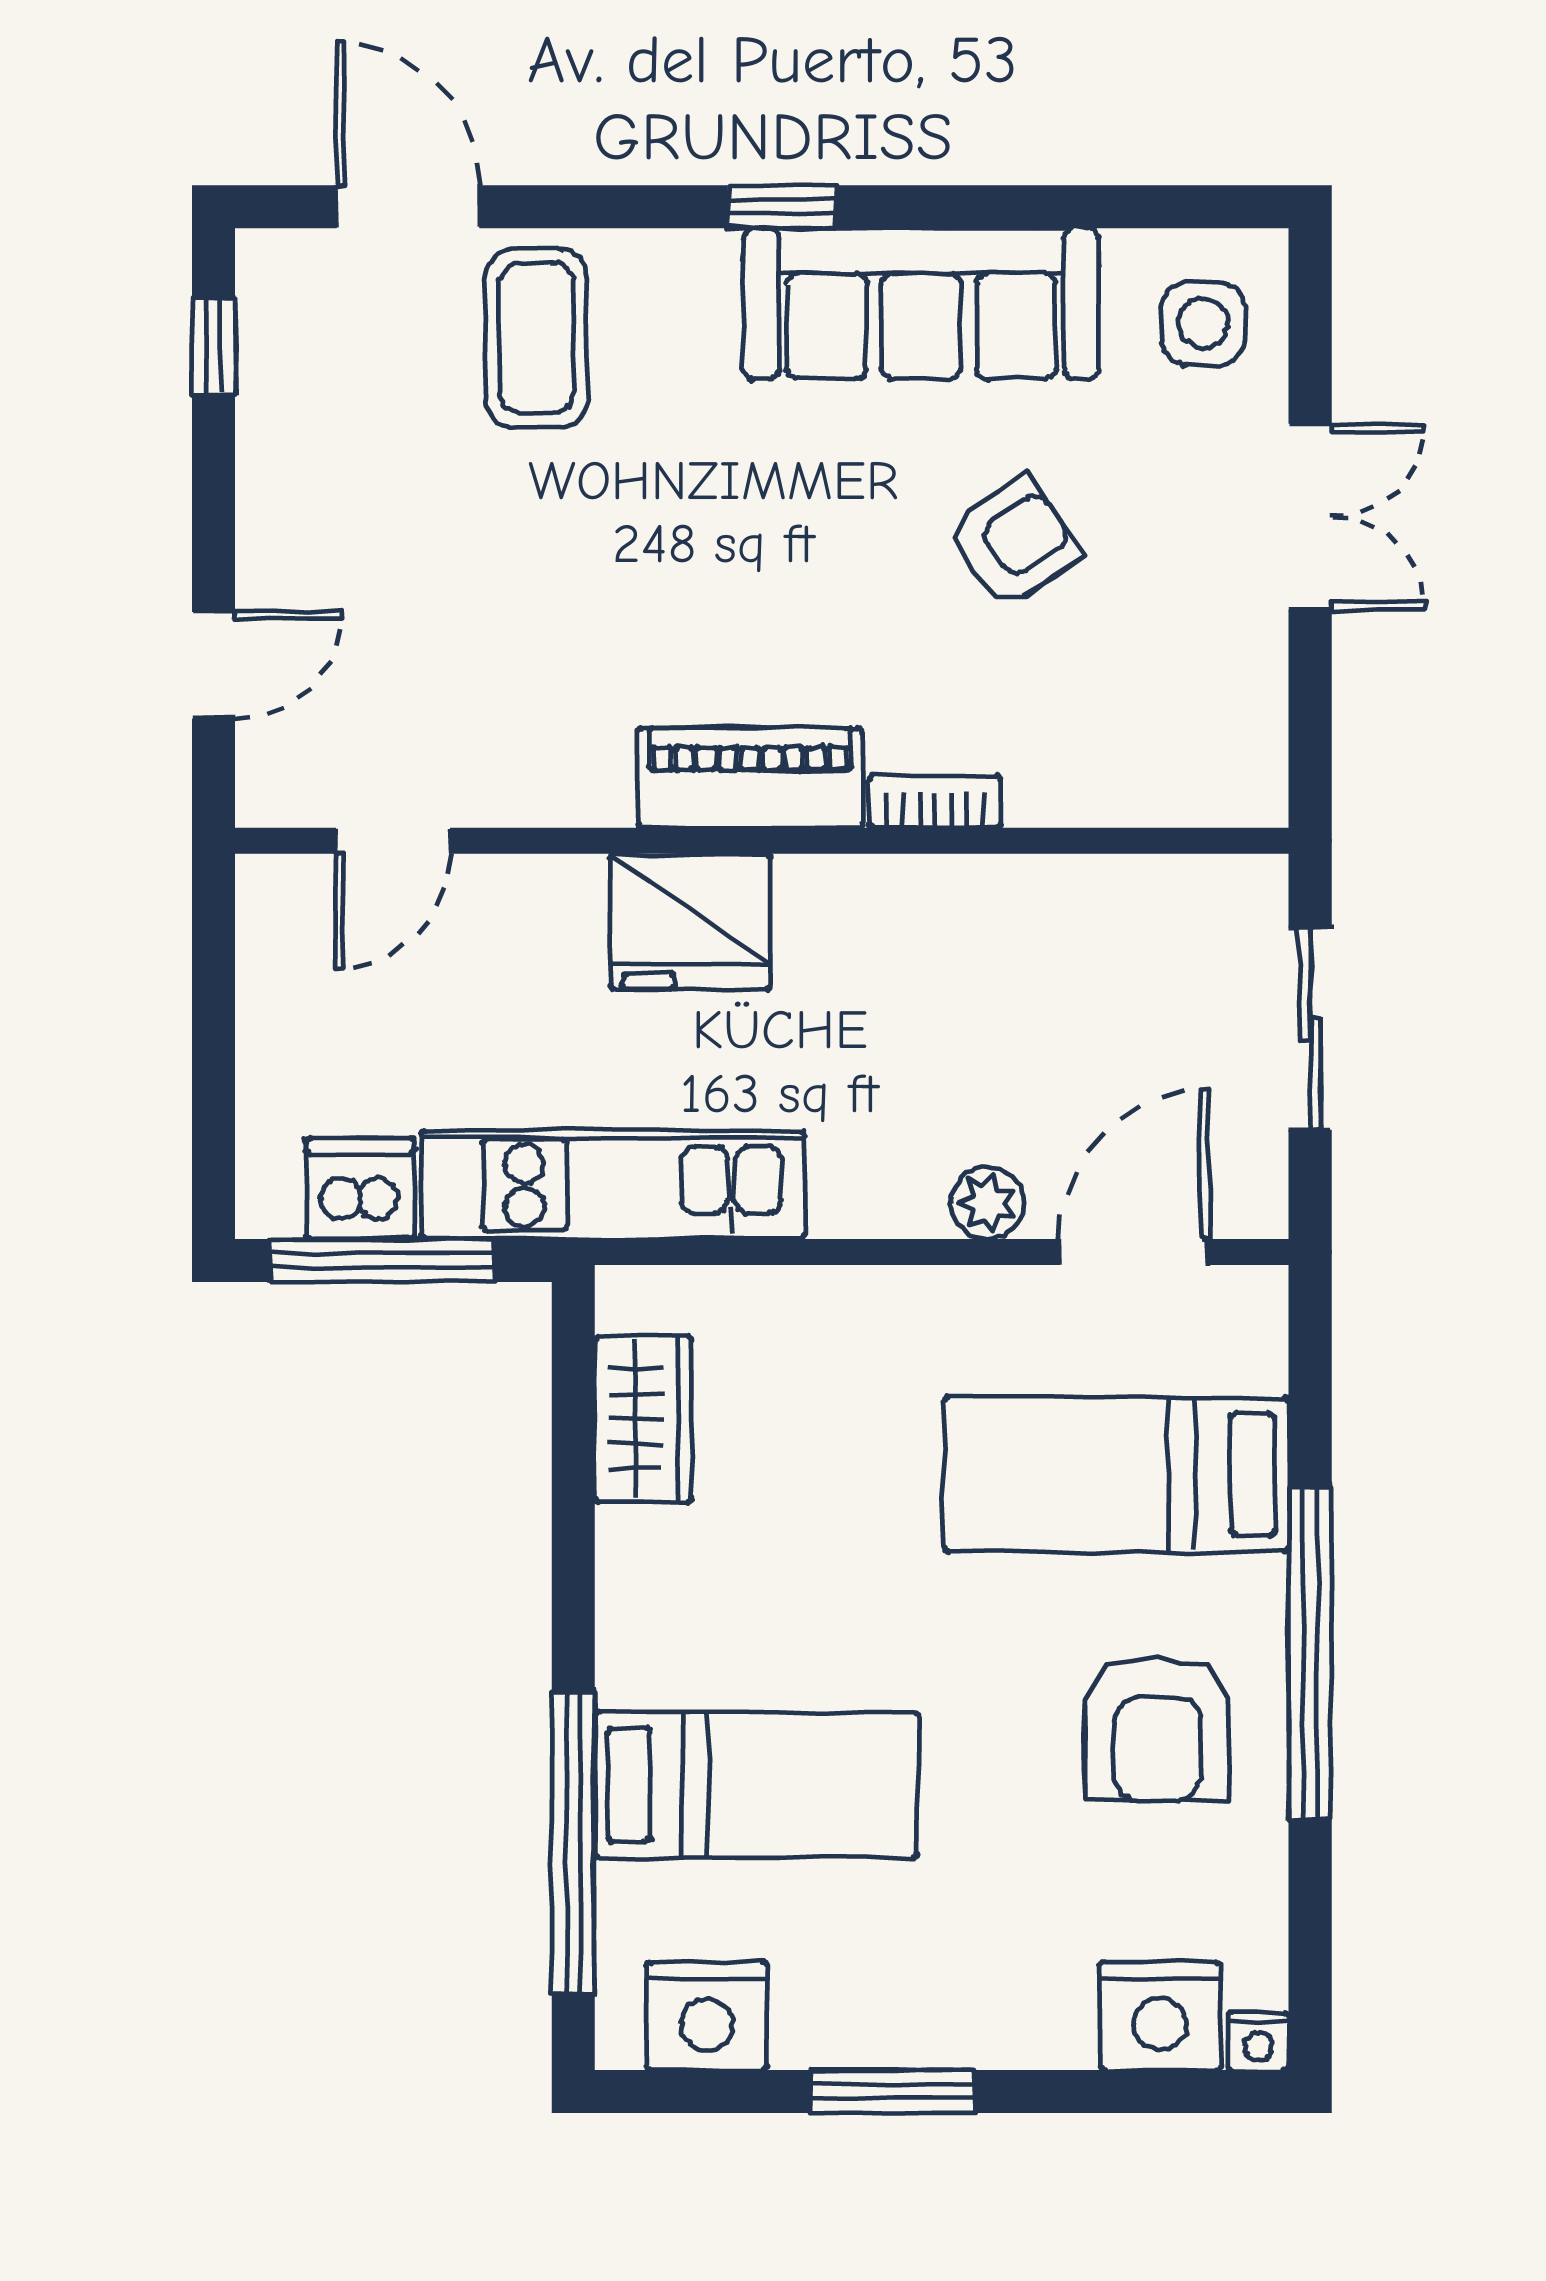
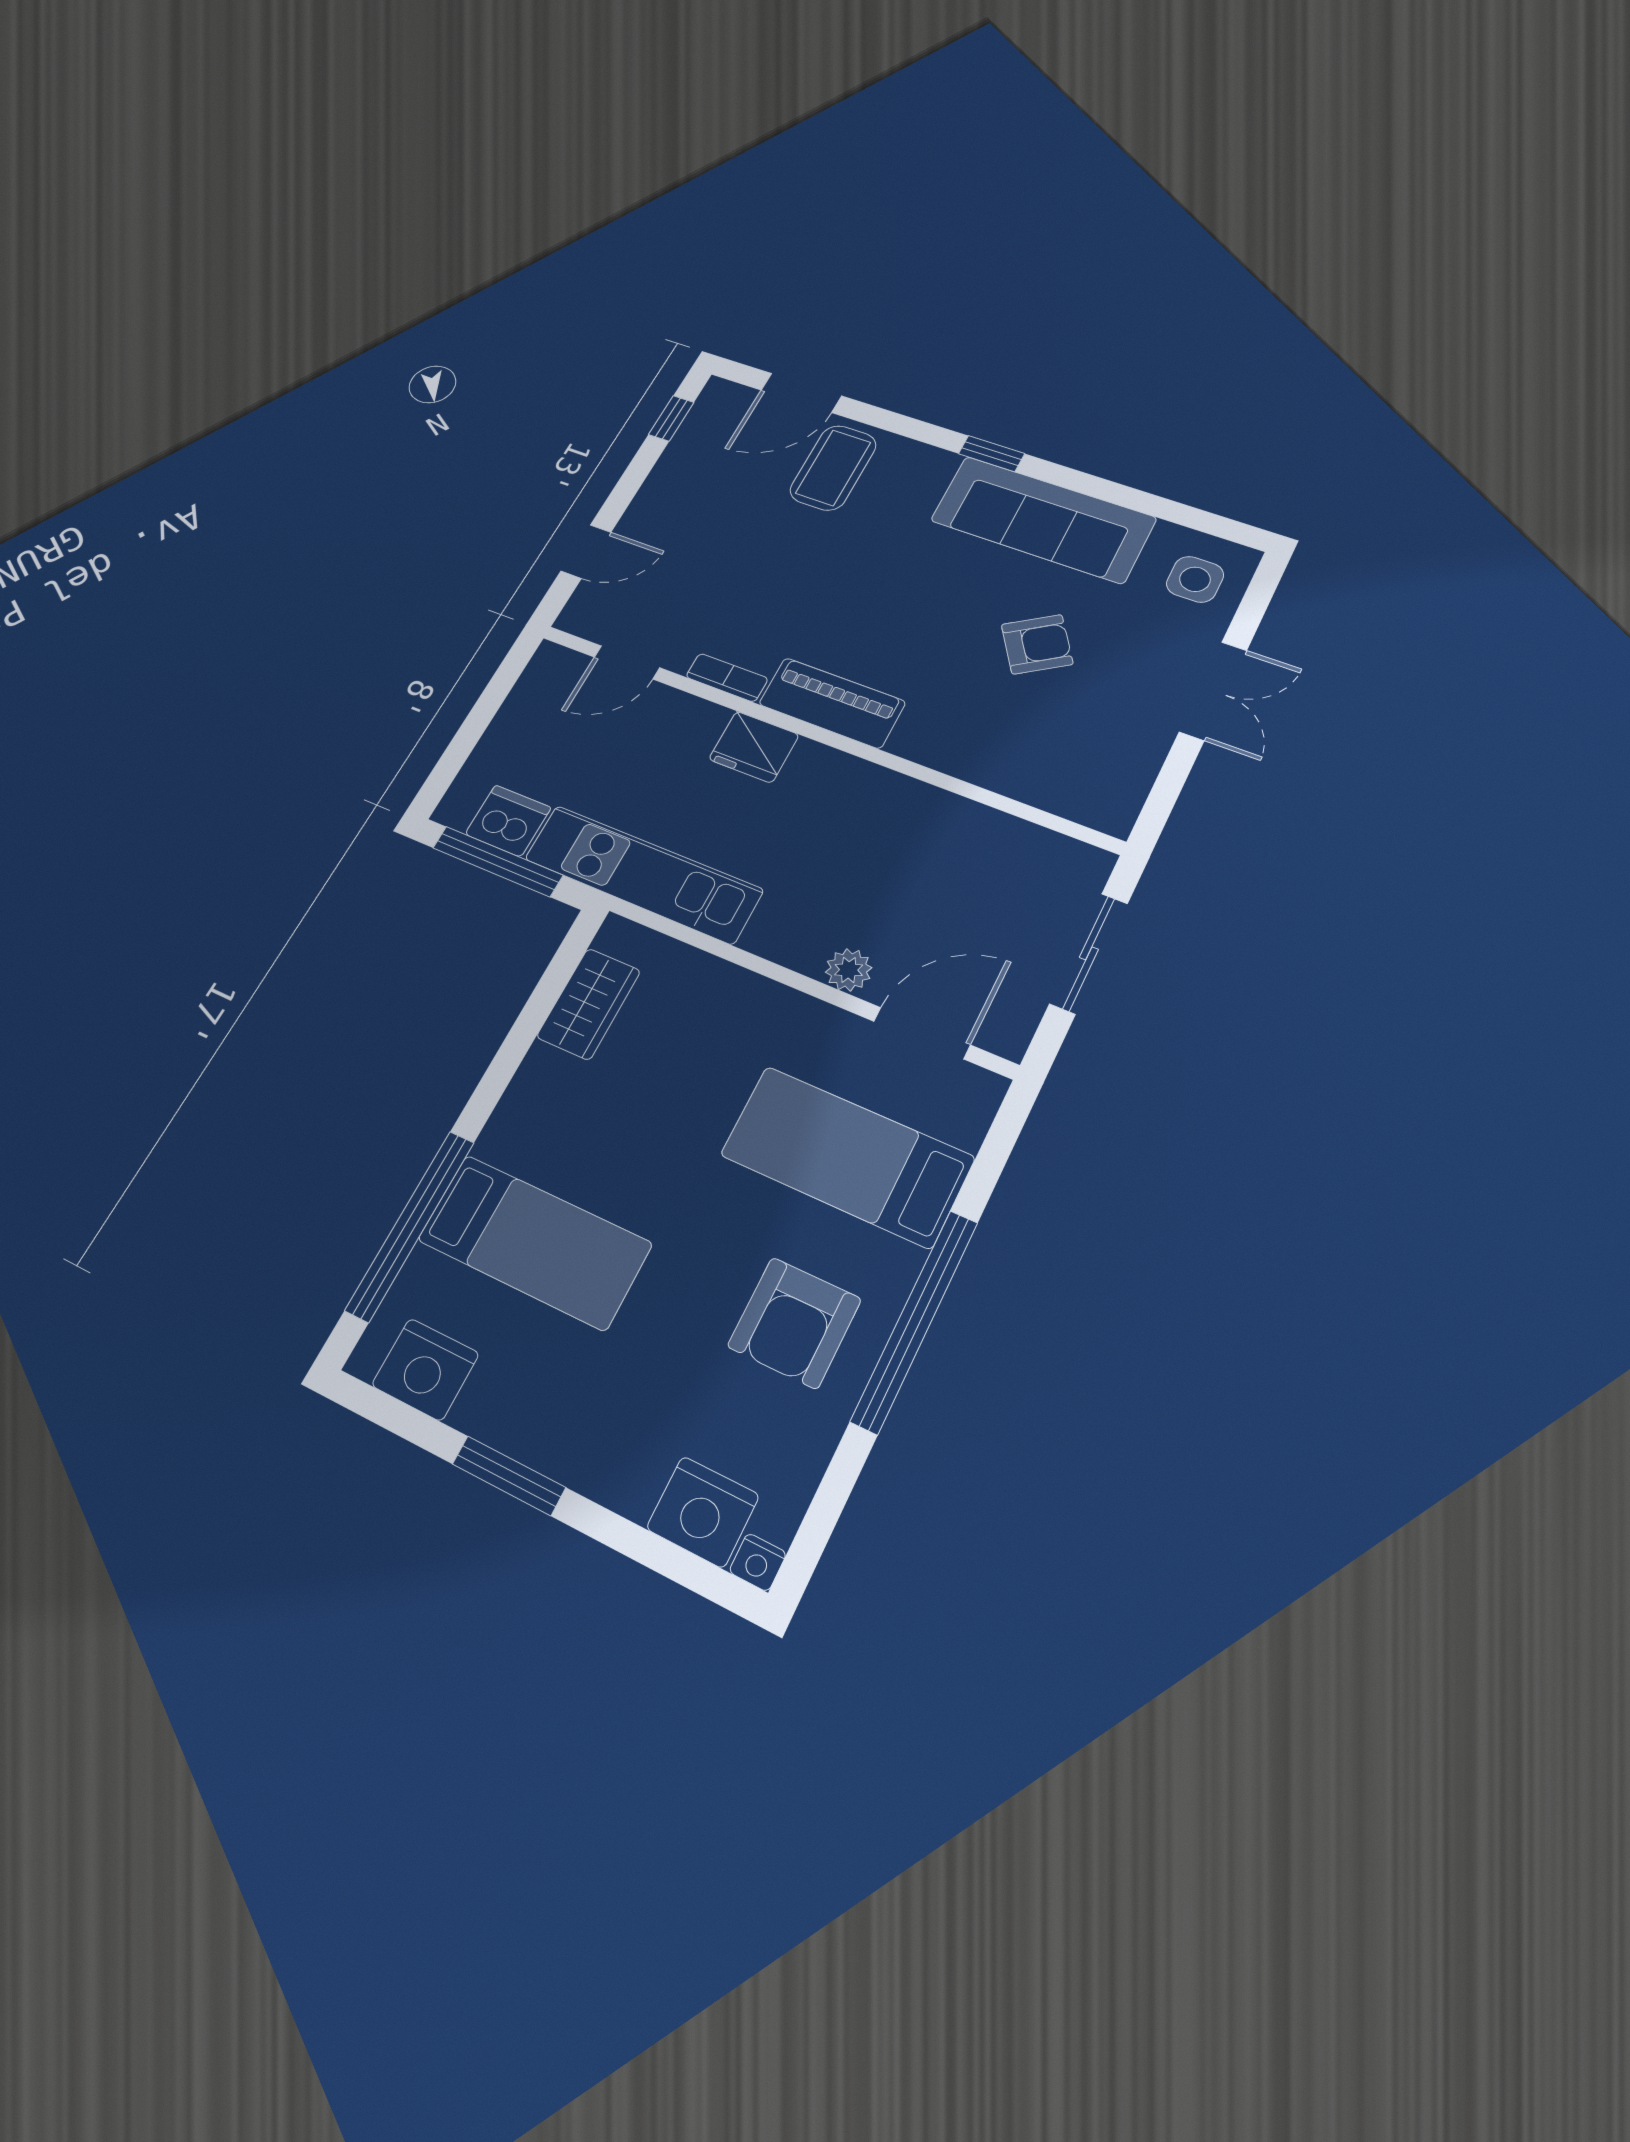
door: (408, 207) -> (801, 393), swing flipped
bookcase: (935, 802) -> (727, 678), moved
fridge: (690, 921) -> (754, 747), width x0.73, depth x0.75

